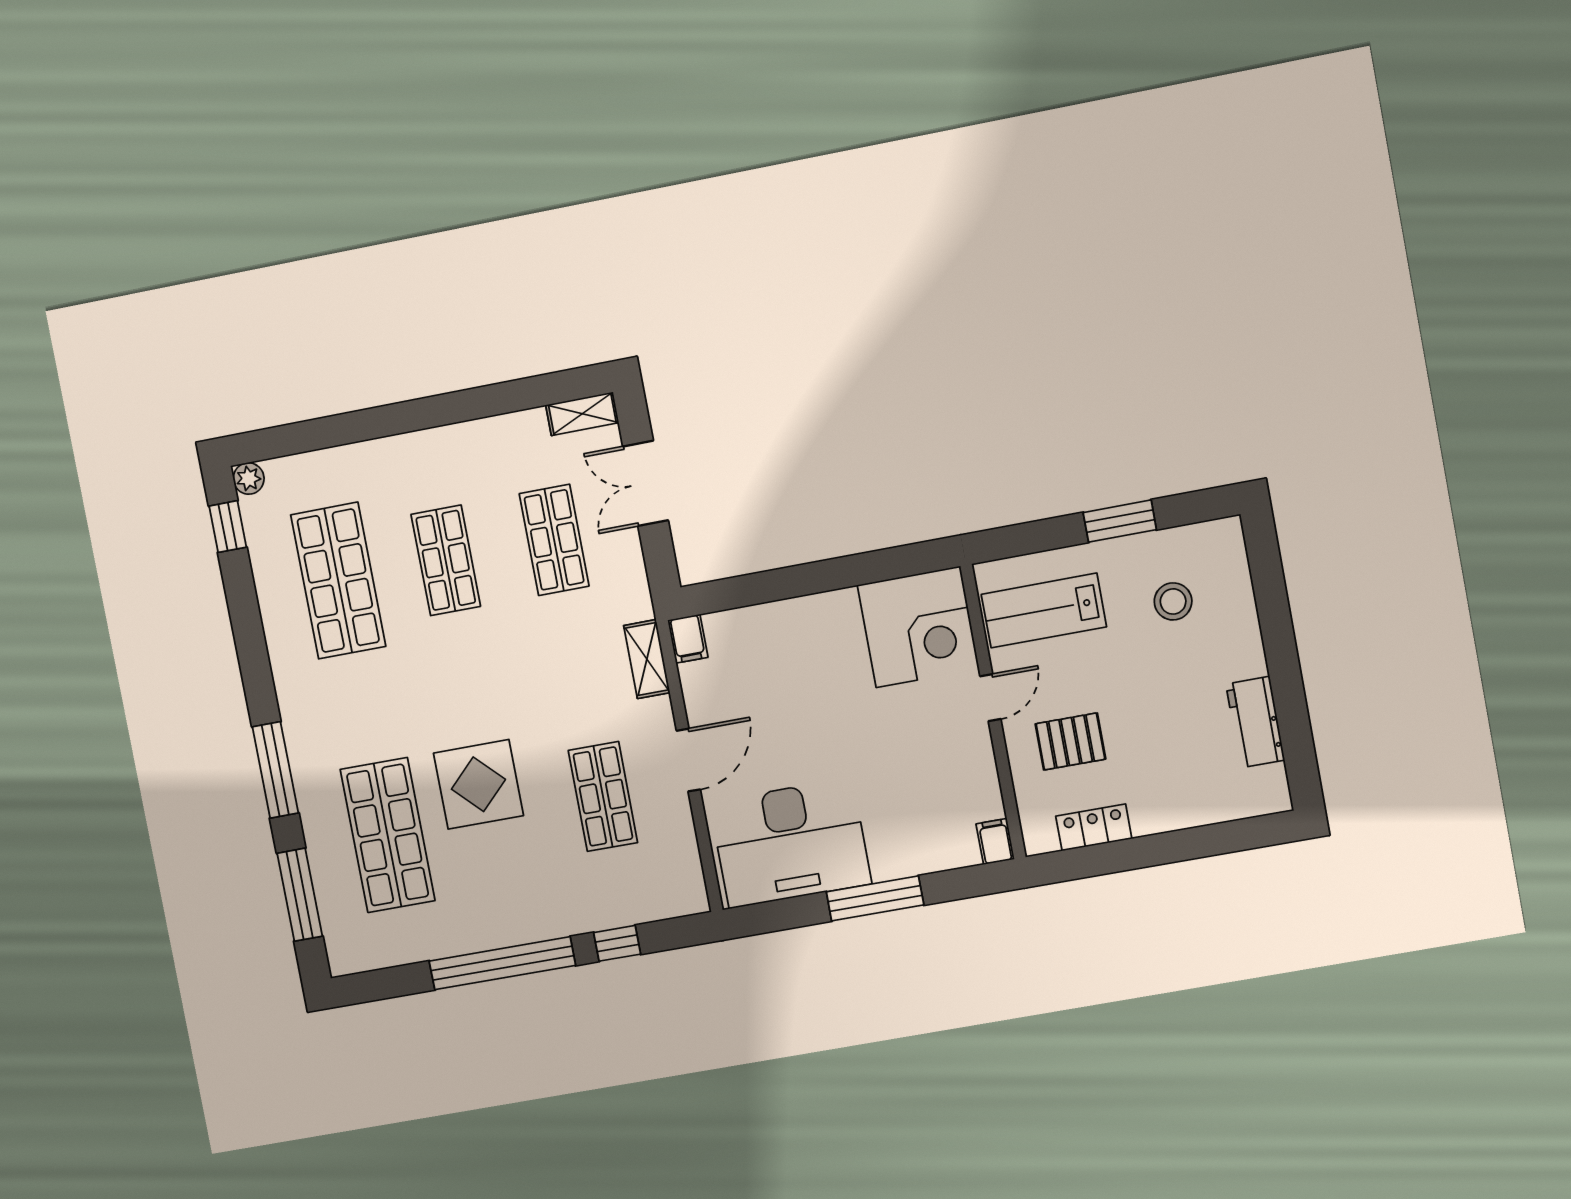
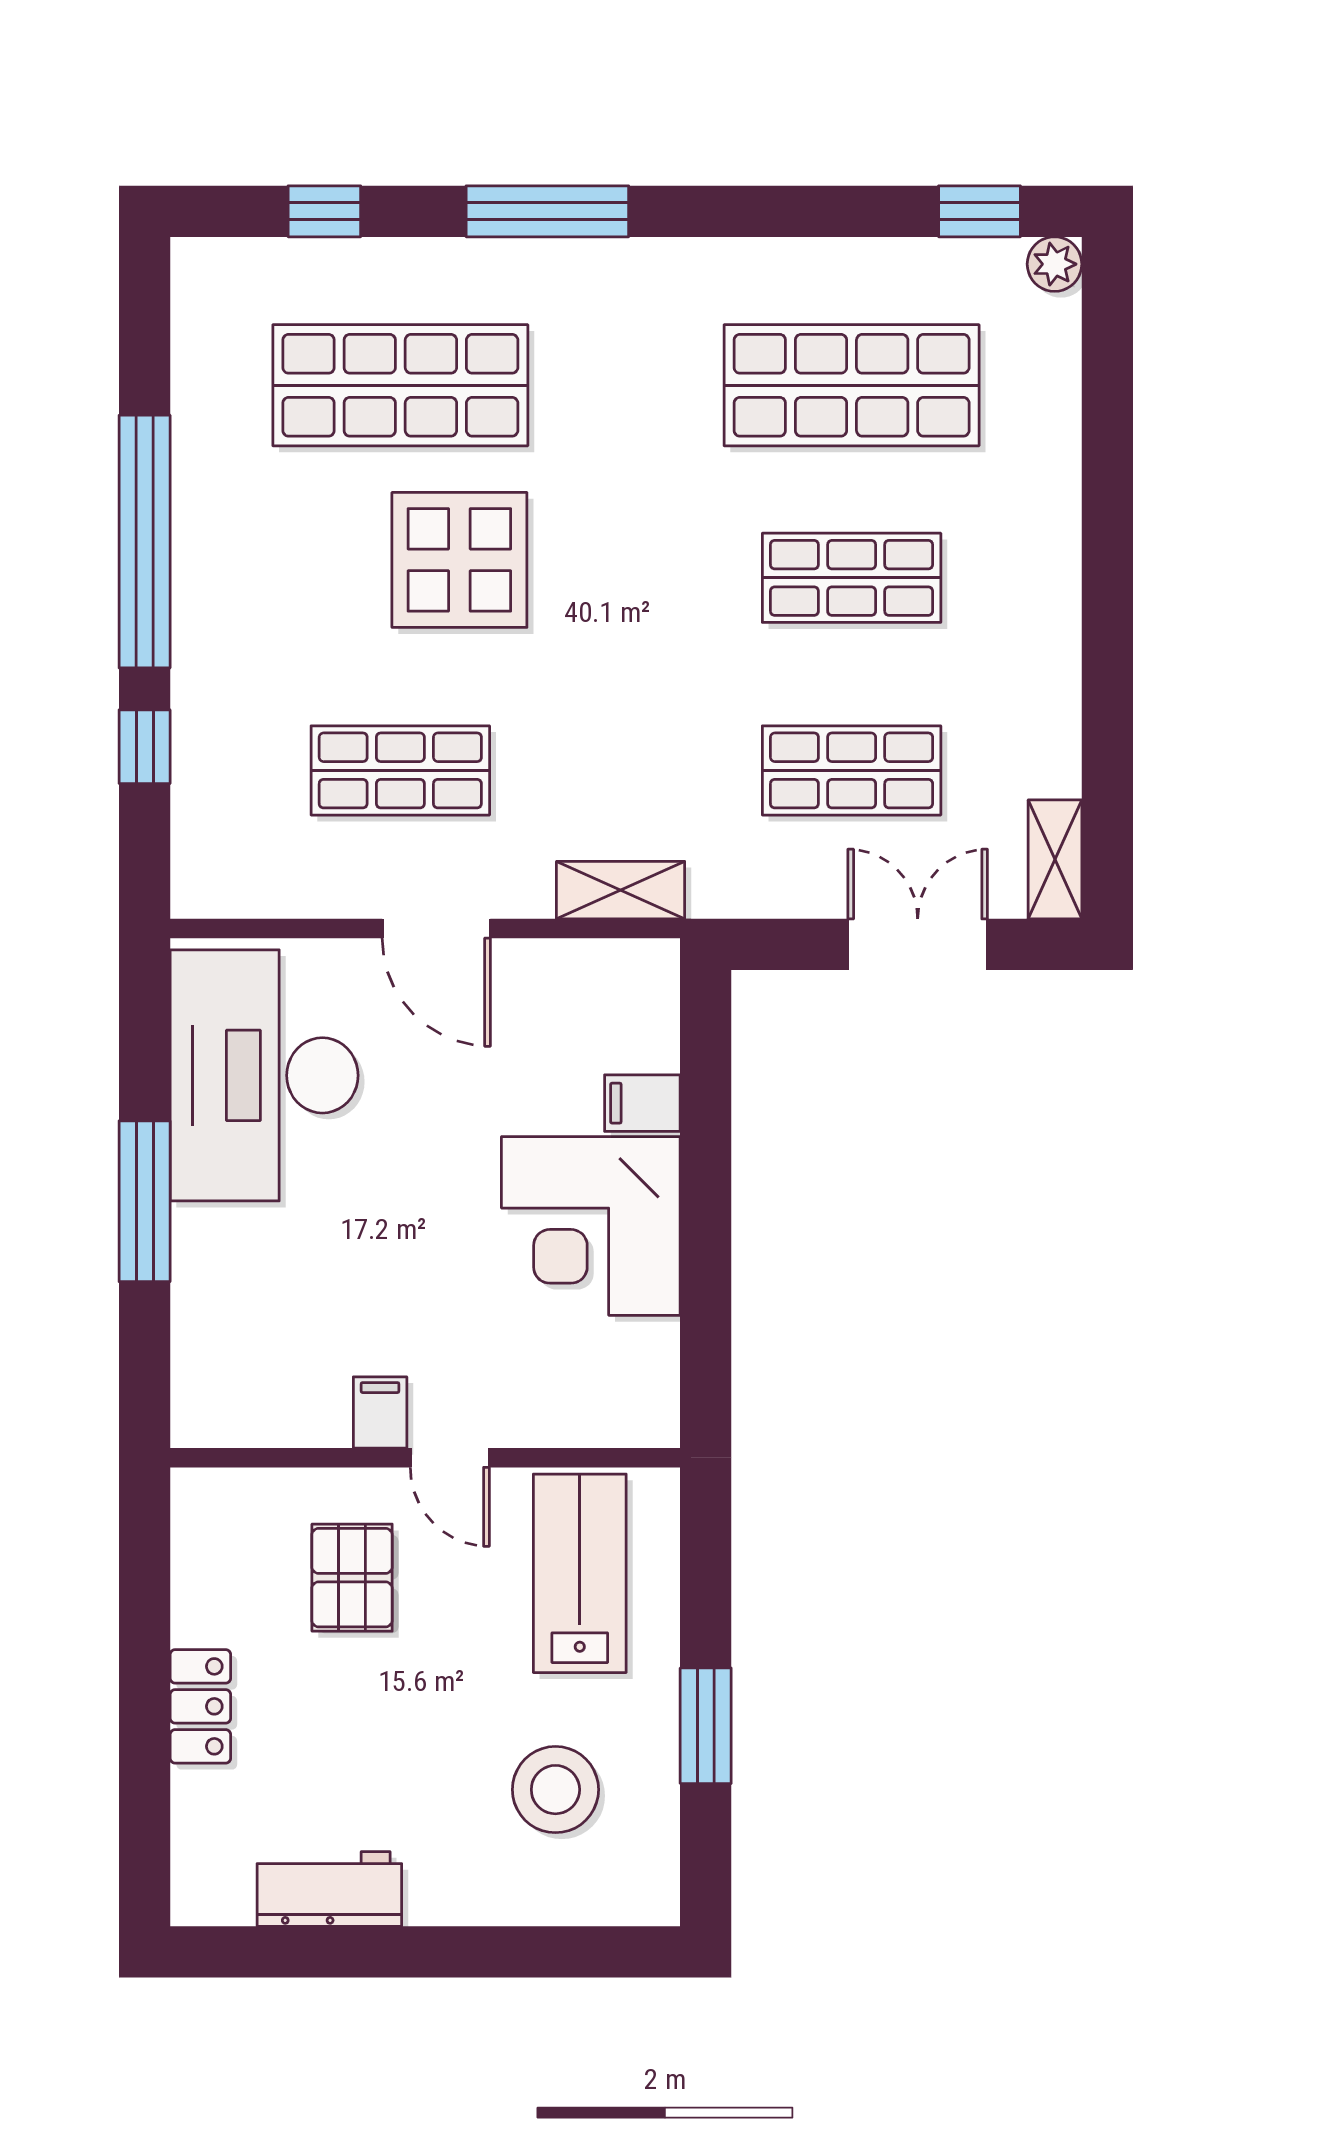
stool: (1173, 601) -> (555, 1790), width x1.38, depth x1.38
corner desk: (918, 627) -> (591, 1226), moved
filing cabinet: (688, 639) -> (642, 1103), moved
locker: (1094, 827) -> (200, 1706), moved
filing cabinet: (995, 841) -> (380, 1413), moved, turned -90
window: (300, 895) -> (324, 211), width x0.46

